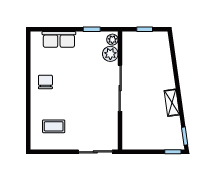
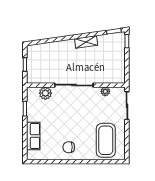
plant: (112, 40) -> (105, 91), moved
coffee table: (54, 126) -> (106, 140), width x1.86, depth x1.72

